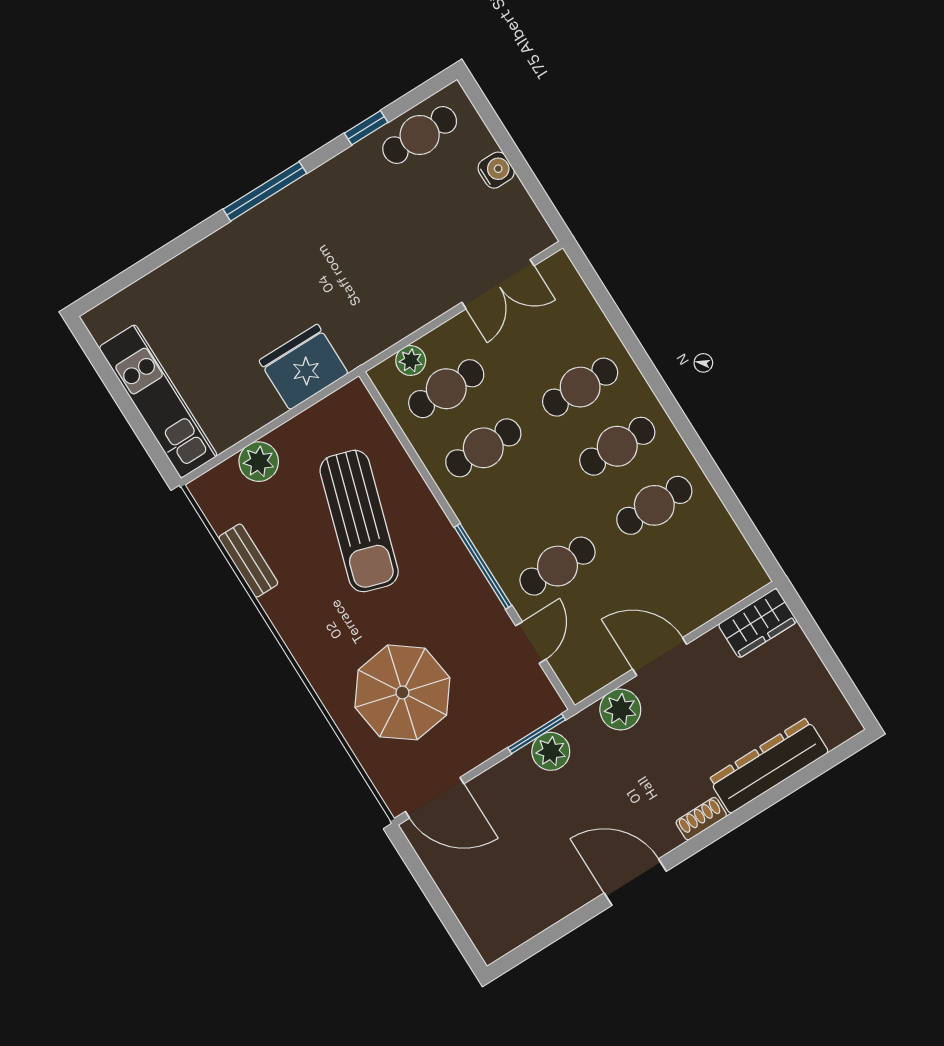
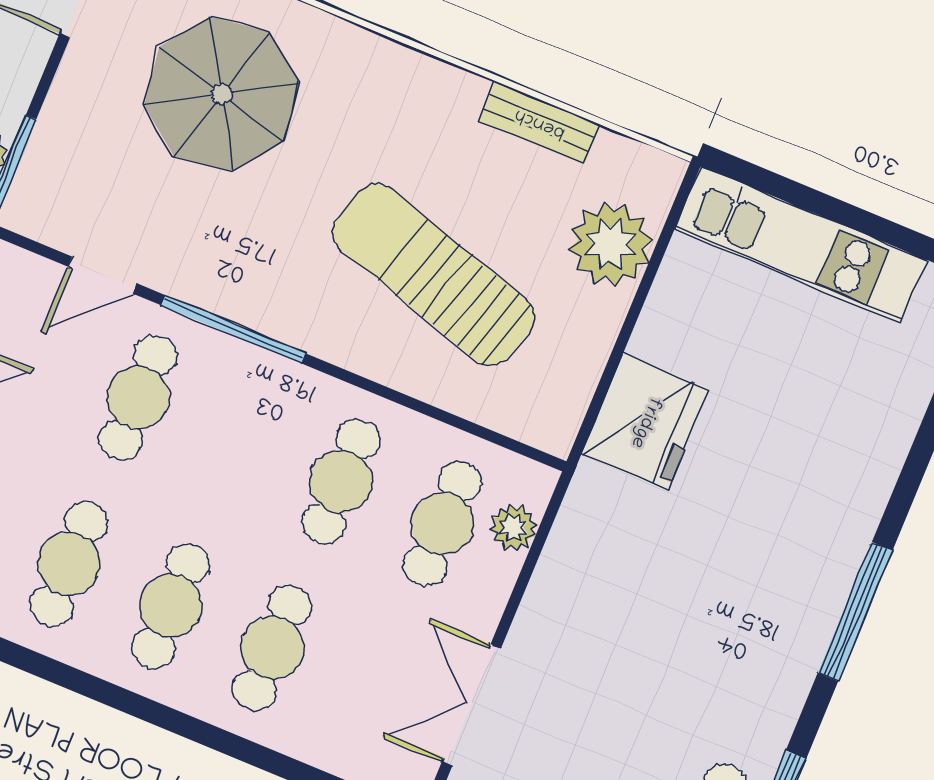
plant: (259, 462) -> (610, 244), width x1.36, depth x1.36
door: (531, 643) -> (103, 275), hinge flipped

